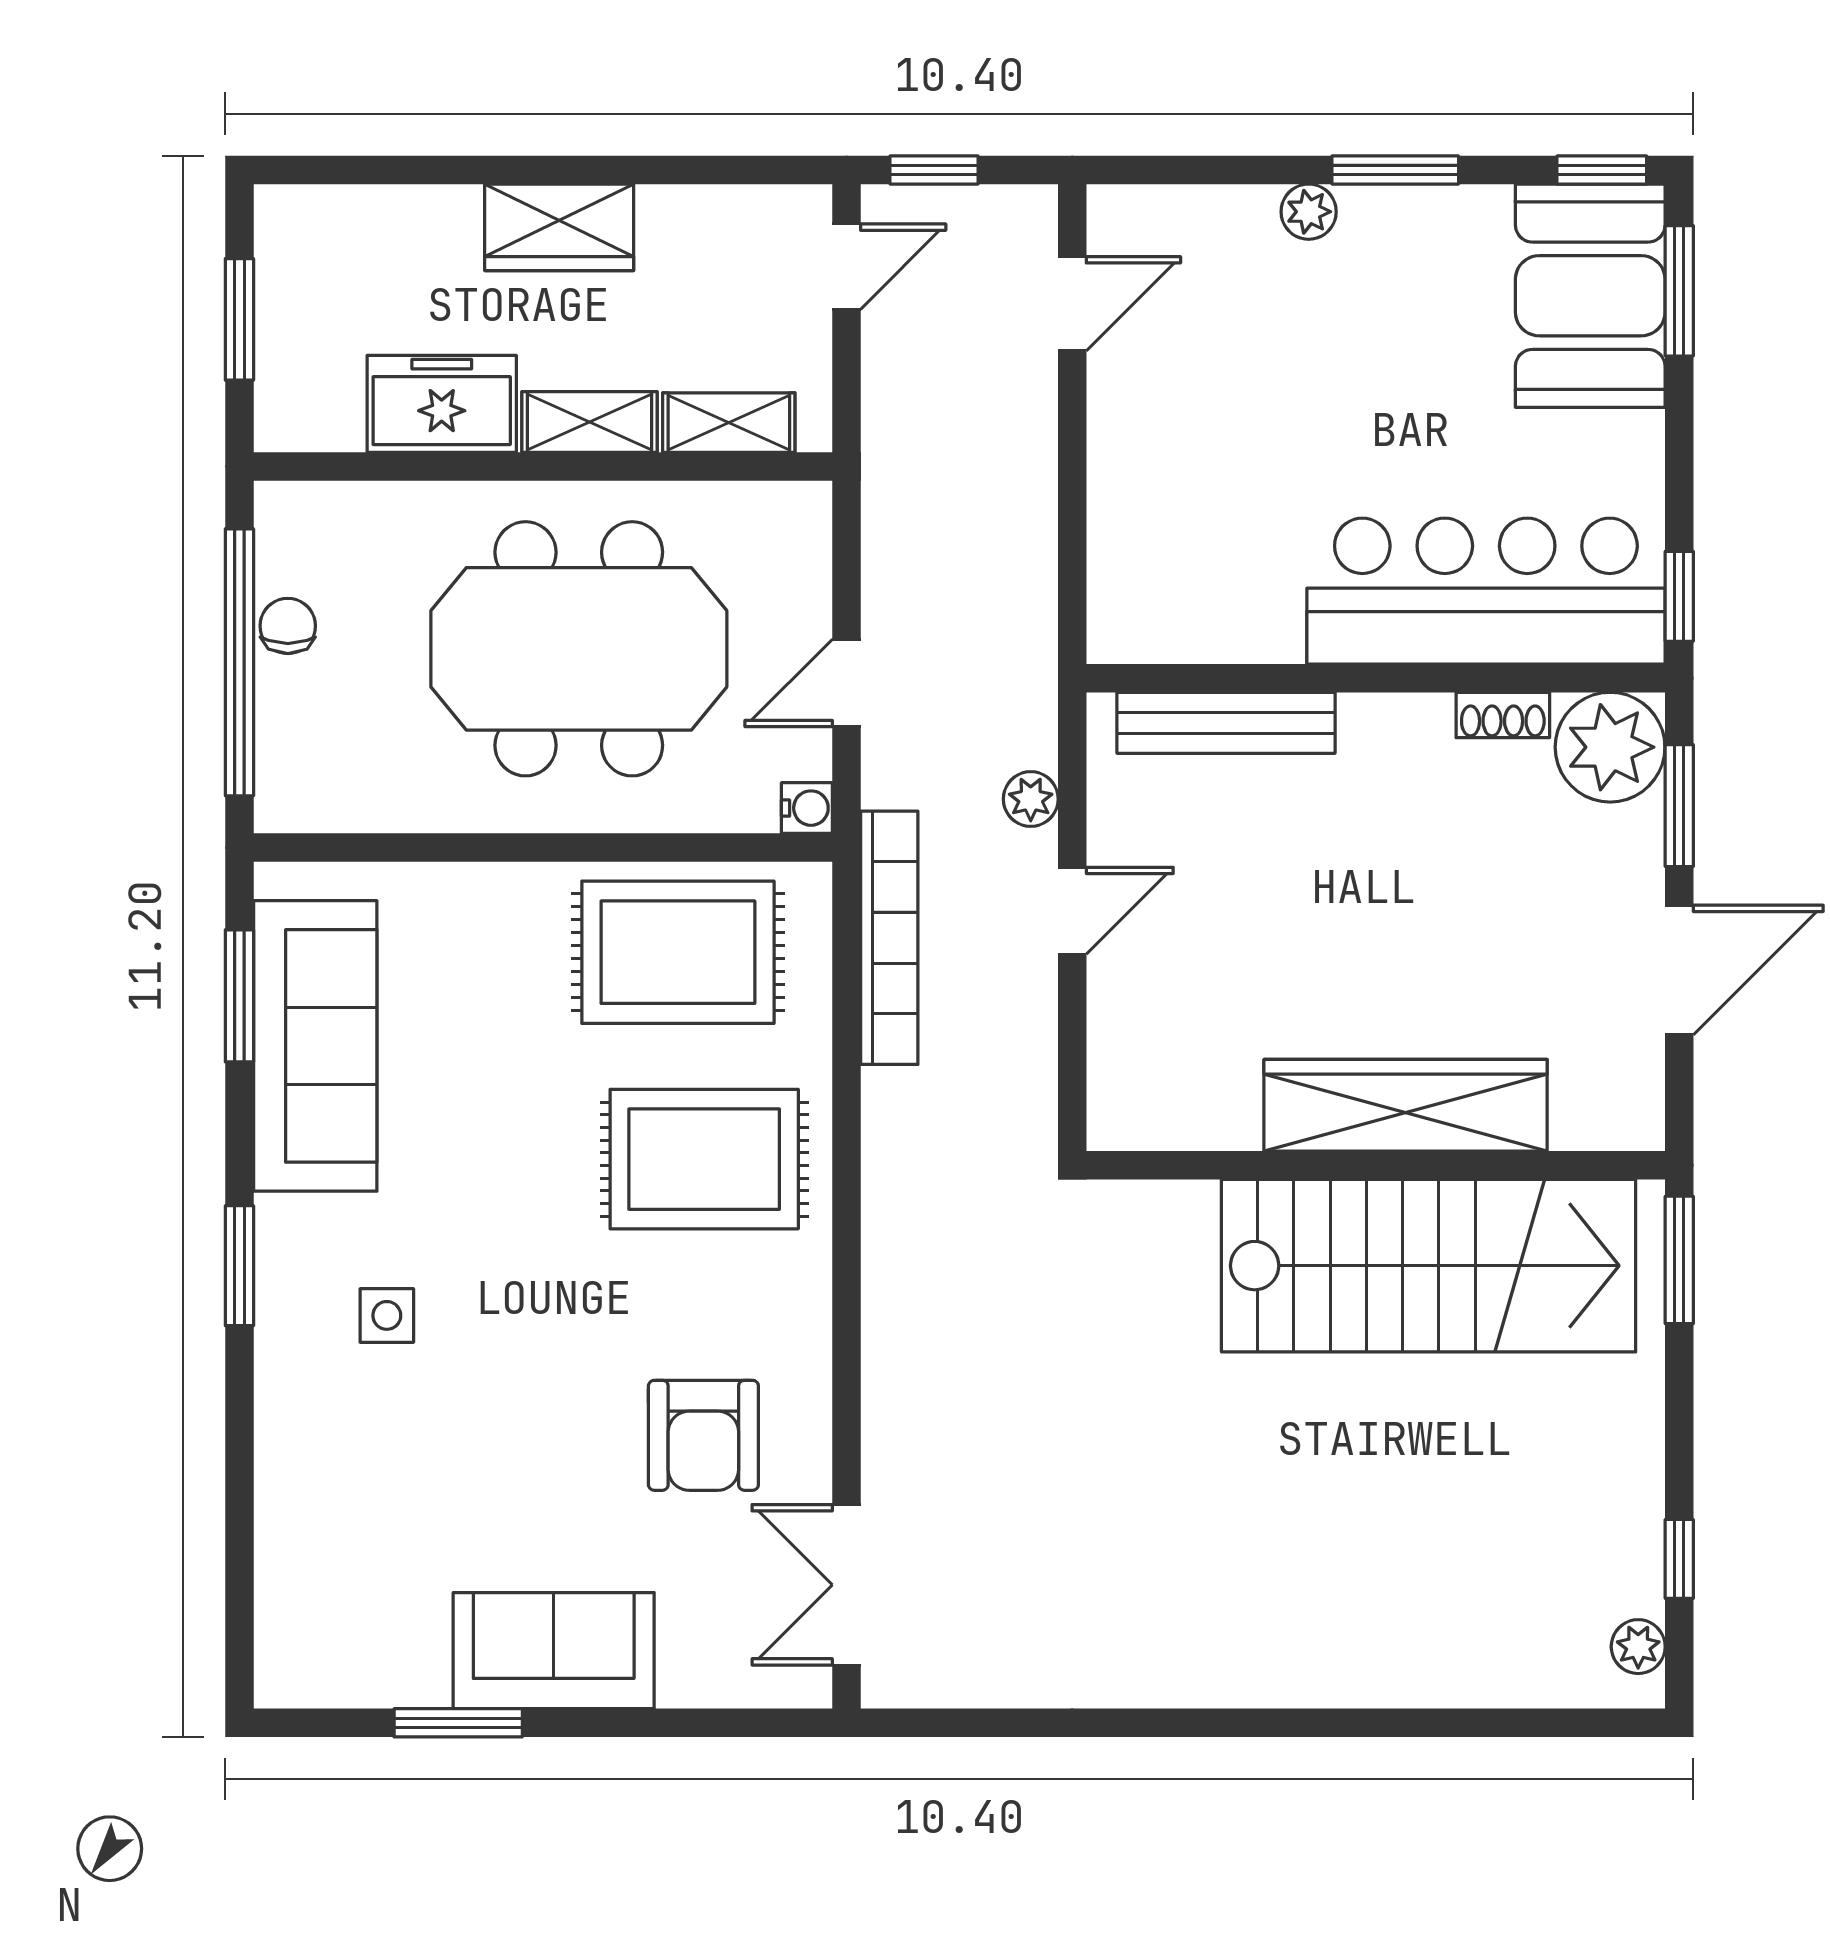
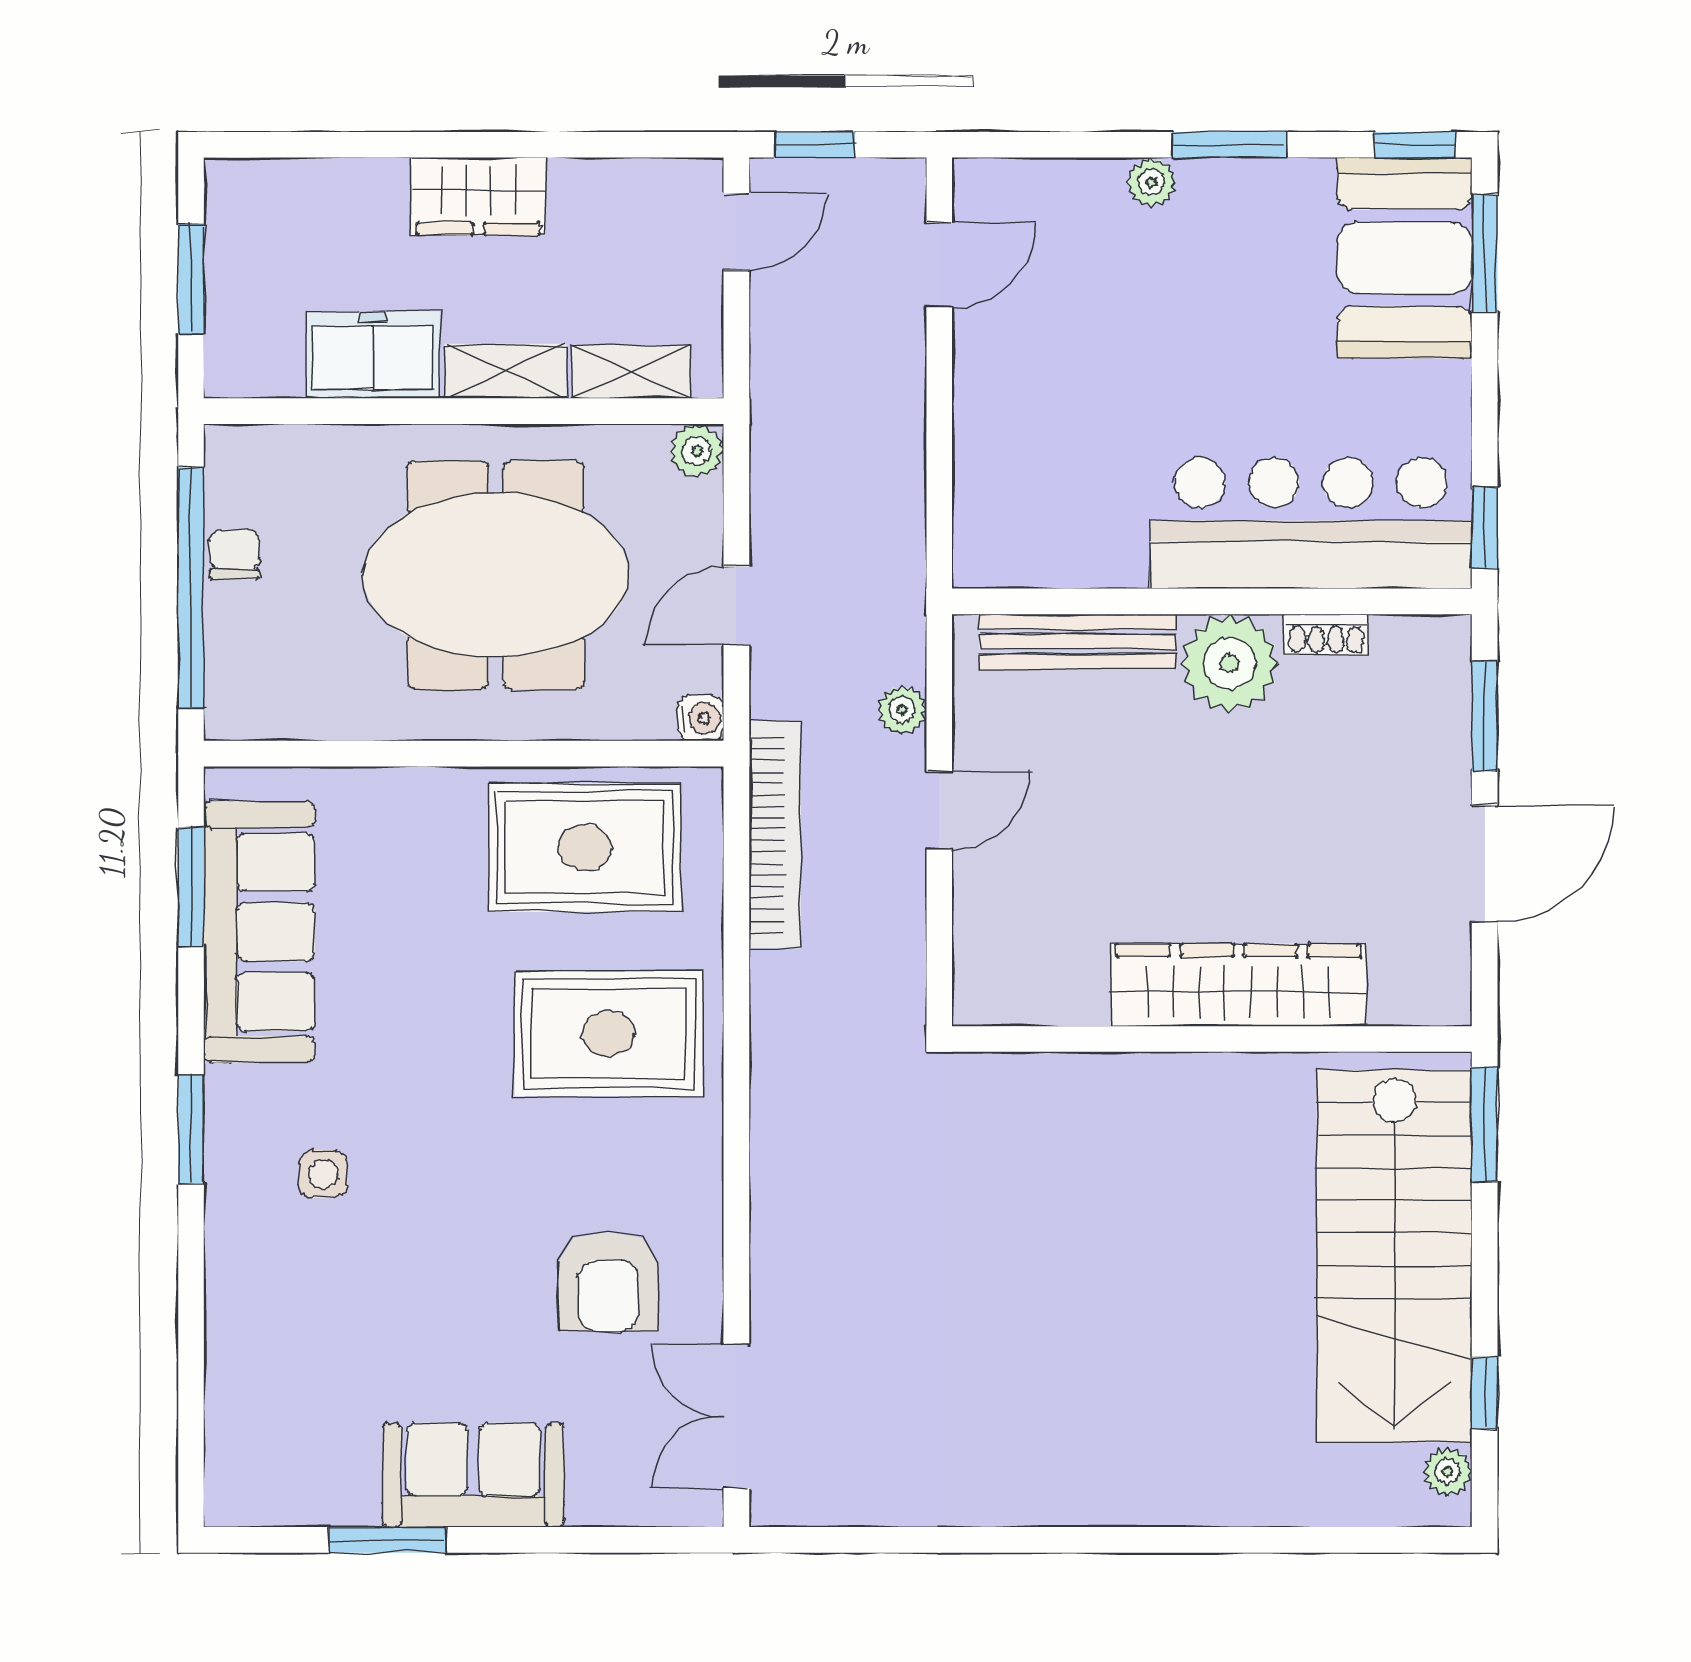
plant: (802, 511) -> (697, 451), added
plant: (1610, 747) -> (1230, 663), moved
stairs: (1429, 1266) -> (1394, 1256), moved, turned 90

